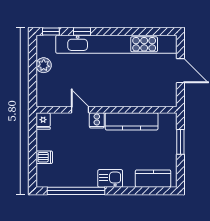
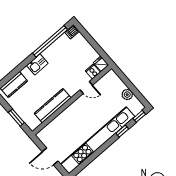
cooker: (97, 120) -> (93, 72), moved
dishwasher: (44, 157) -> (72, 32), moved

